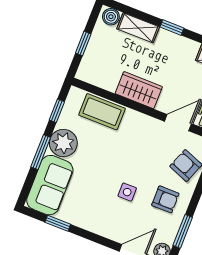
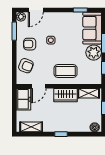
shelving: (138, 28) -> (89, 93), moved
coffee table: (102, 112) -> (66, 71), moved

